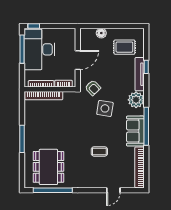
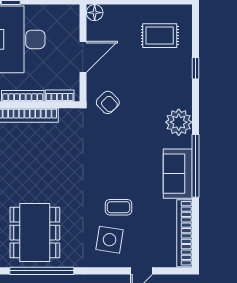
floor lamp: (101, 33) -> (95, 13), moved
tv unit: (140, 74) -> (185, 80), removed
side table: (105, 108) -> (110, 240), moved

